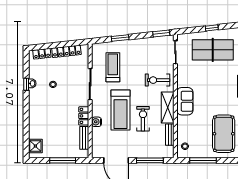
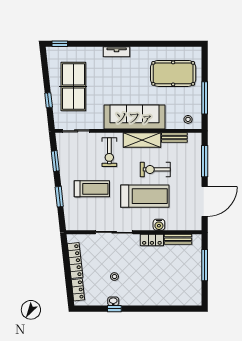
window: (212, 28) -> (49, 100), moved
window: (161, 33) -> (55, 161), moved
treadmill: (113, 67) -> (92, 189), moved, turned 180
sofa: (185, 101) -> (134, 117), width x1.85, depth x1.27
shower: (35, 146) -> (188, 298), removed

